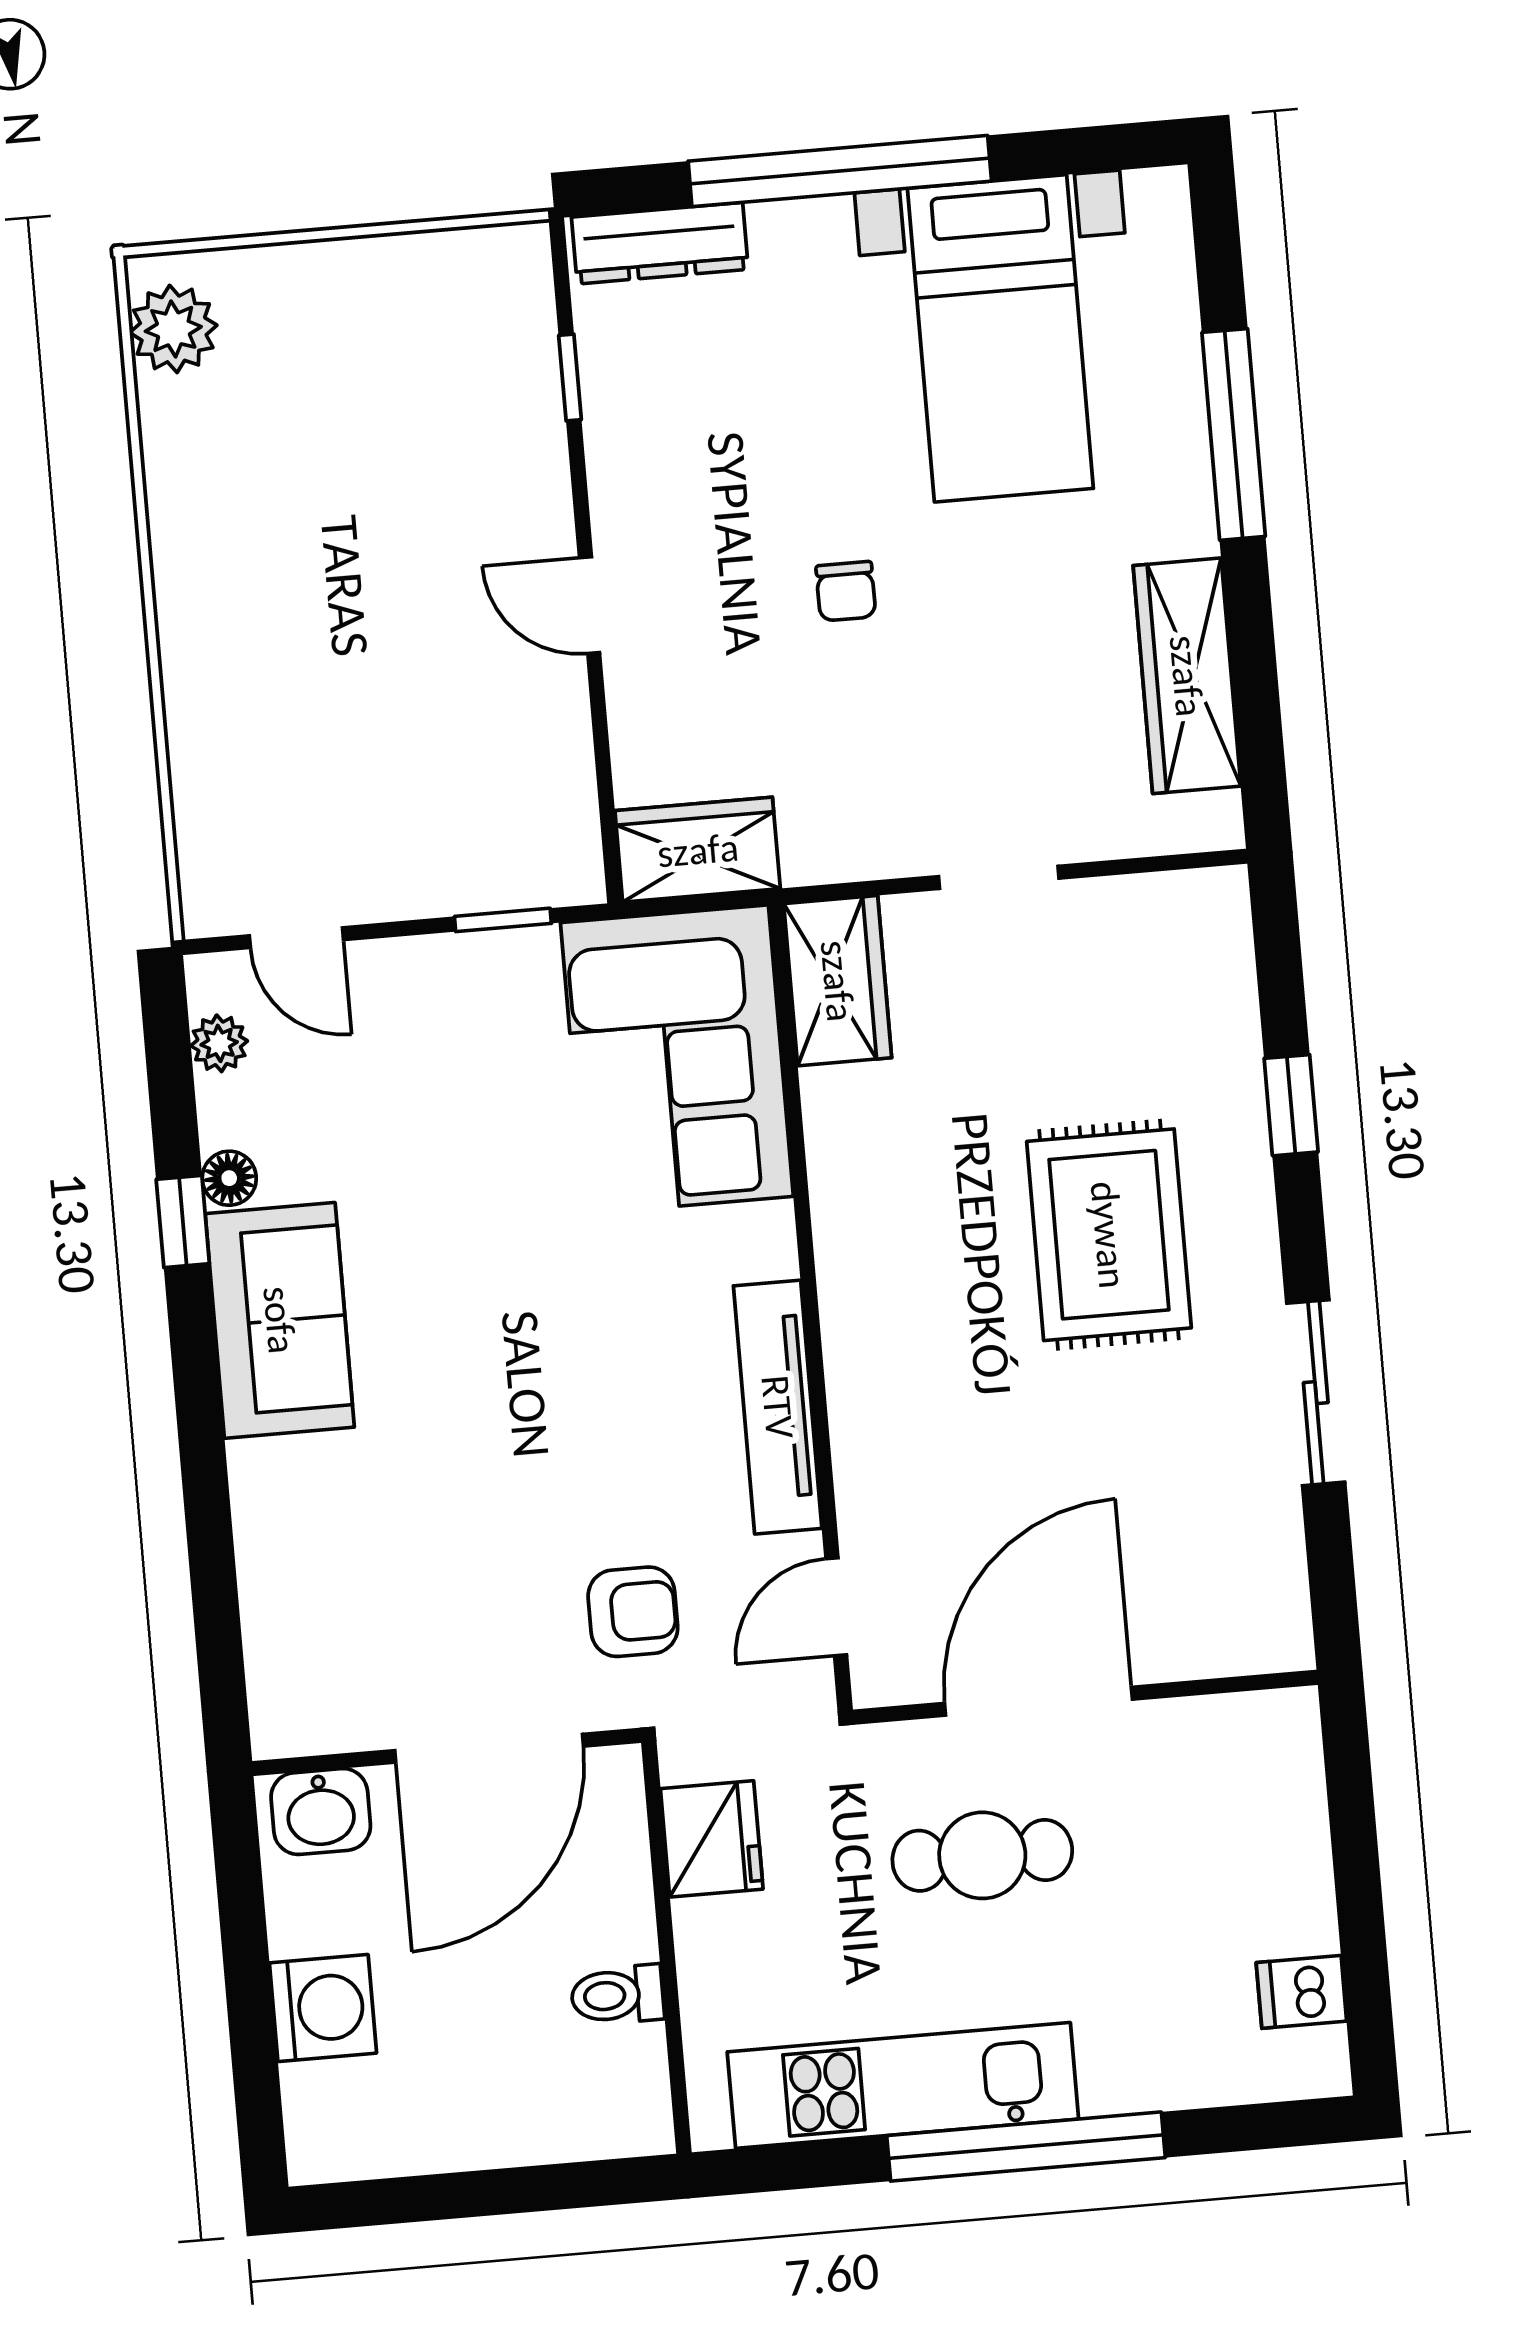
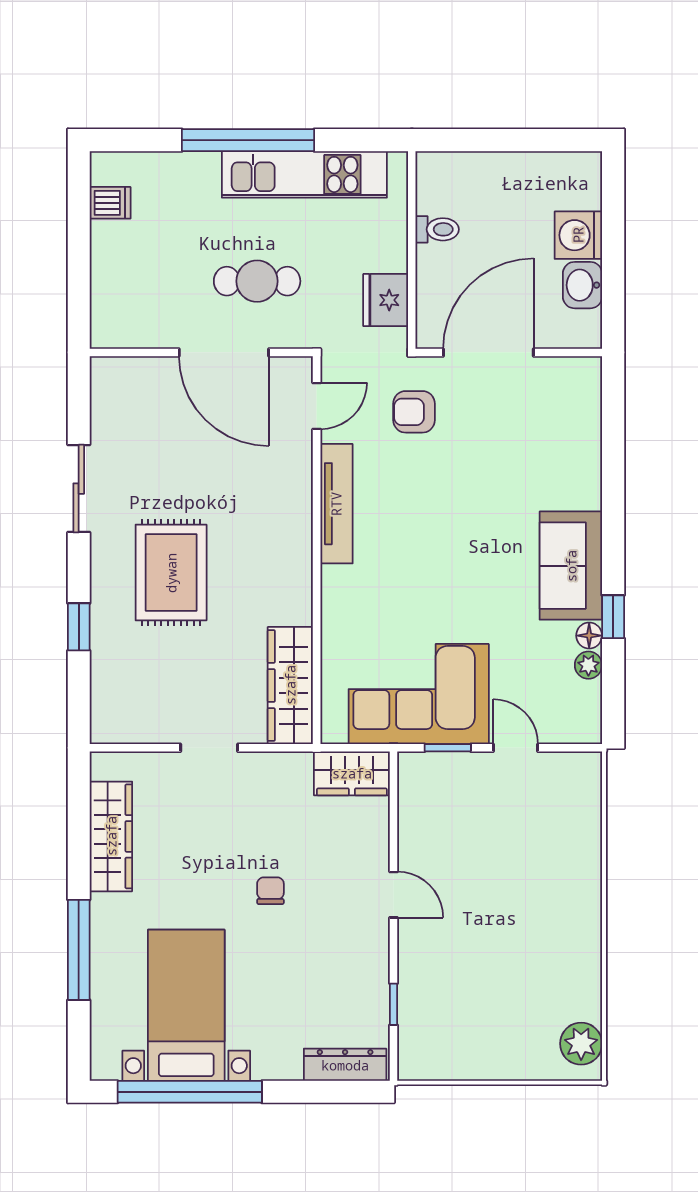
window: (840, 171) -> (190, 1092), moved
door: (296, 938) -> (516, 748), moved
wardrobe: (838, 981) -> (290, 685), width x1.50
plant: (219, 1043) -> (588, 665), moved
corner sofa: (677, 1059) -> (419, 694), moved, turned -90
door: (1038, 1701) -> (224, 352), hinge flipped
washbasin: (321, 1812) -> (582, 285), moved, turned -90

